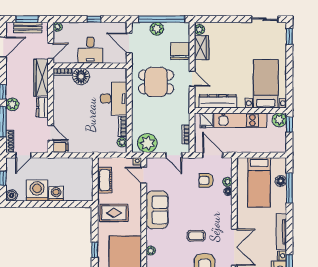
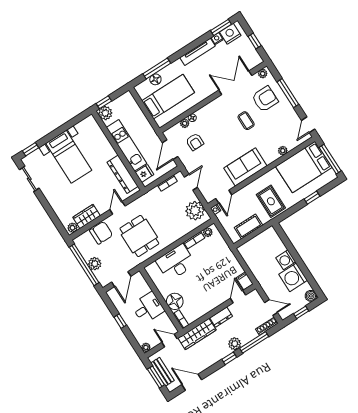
chair: (180, 51) -> (101, 233), turned 180
bed with nightstands: (266, 84) -> (69, 157), moved, turned -90

